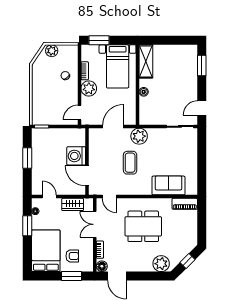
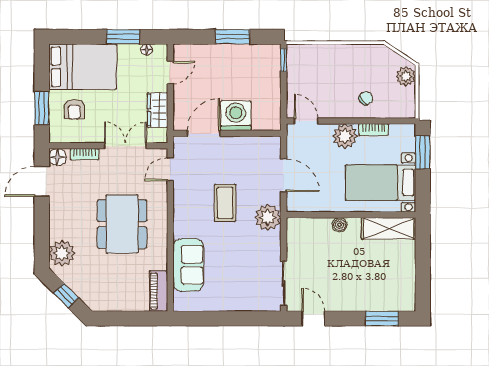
coffee table: (130, 163) -> (225, 203), turned 90

